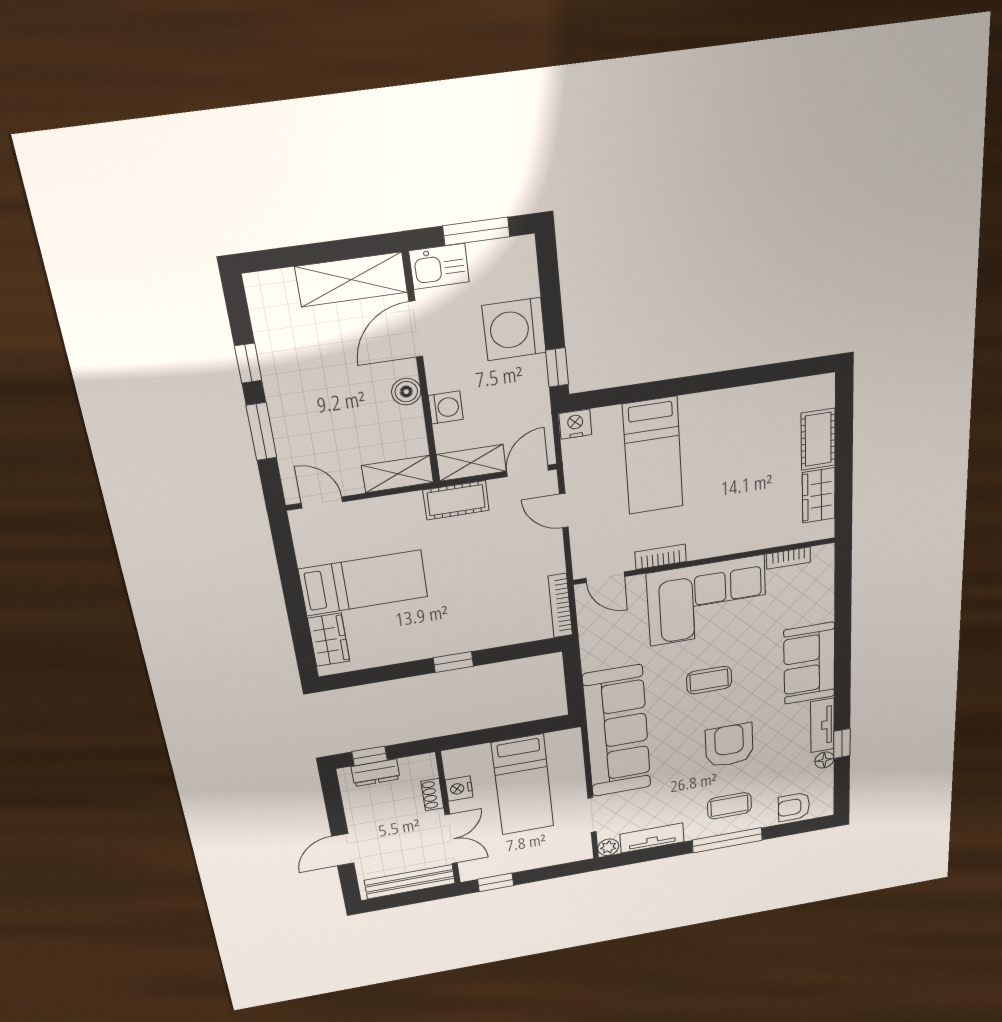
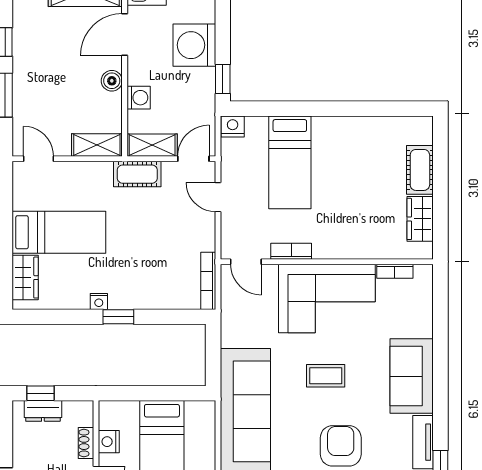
nightstand: (426, 650) -> (99, 301), added

